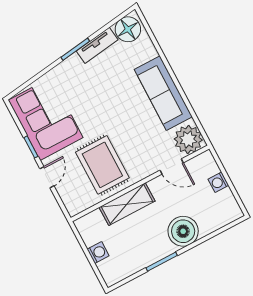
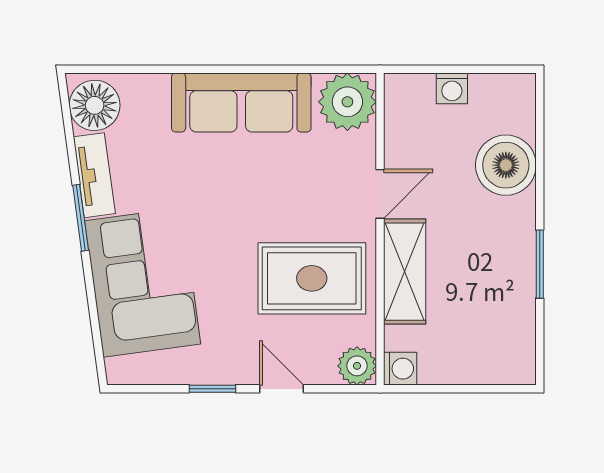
corner sofa: (46, 119) -> (143, 282), moved, turned 82
door: (172, 167) -> (380, 194), moved
plant: (75, 205) -> (357, 366), added
boiler: (183, 231) -> (506, 165), moved
washing machine: (98, 253) -> (400, 369), moved, turned 90

